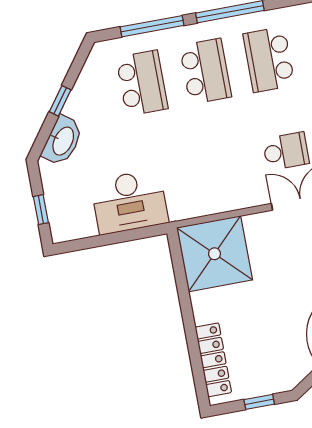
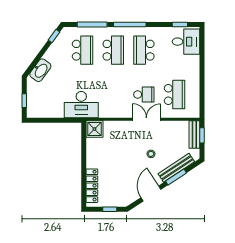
window: (60, 101) -> (54, 36), moved
desk: (129, 202) -> (81, 105), moved
shower: (215, 254) -> (94, 129), width x0.54, depth x0.54

